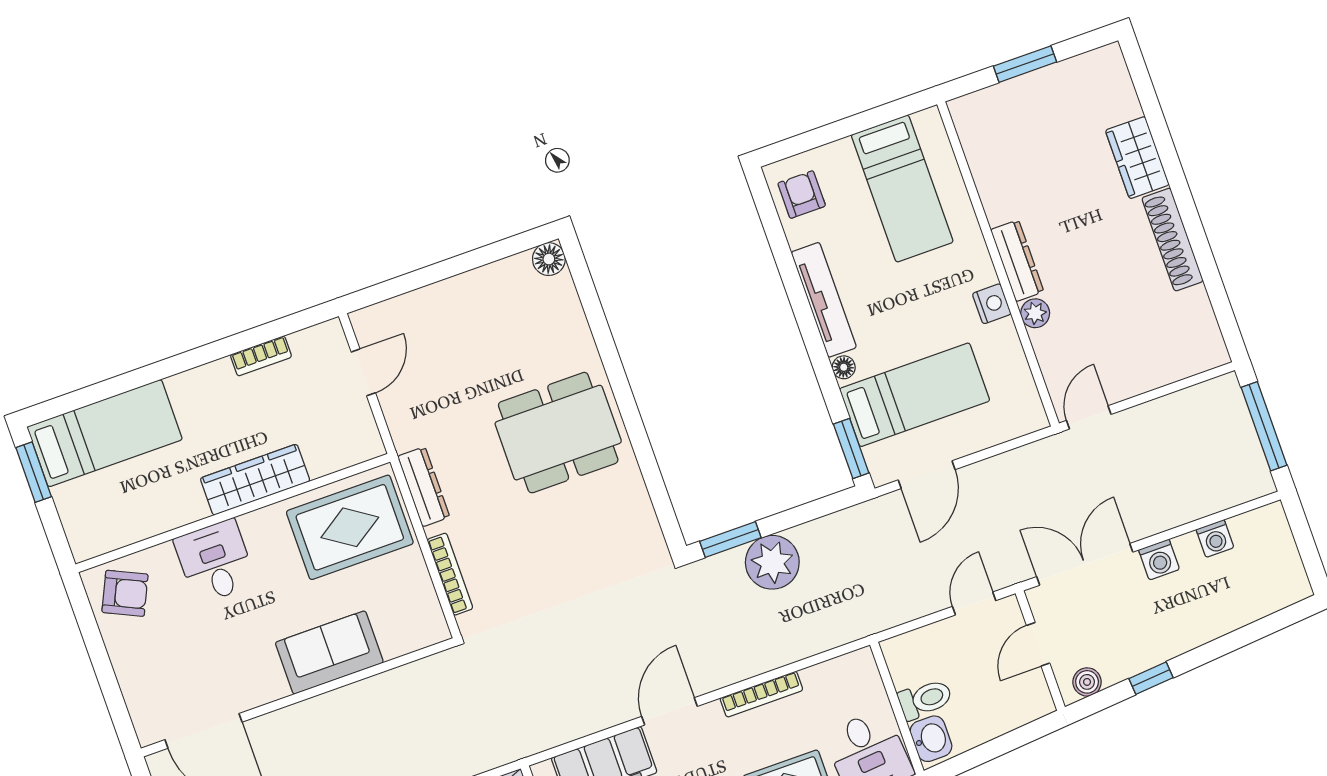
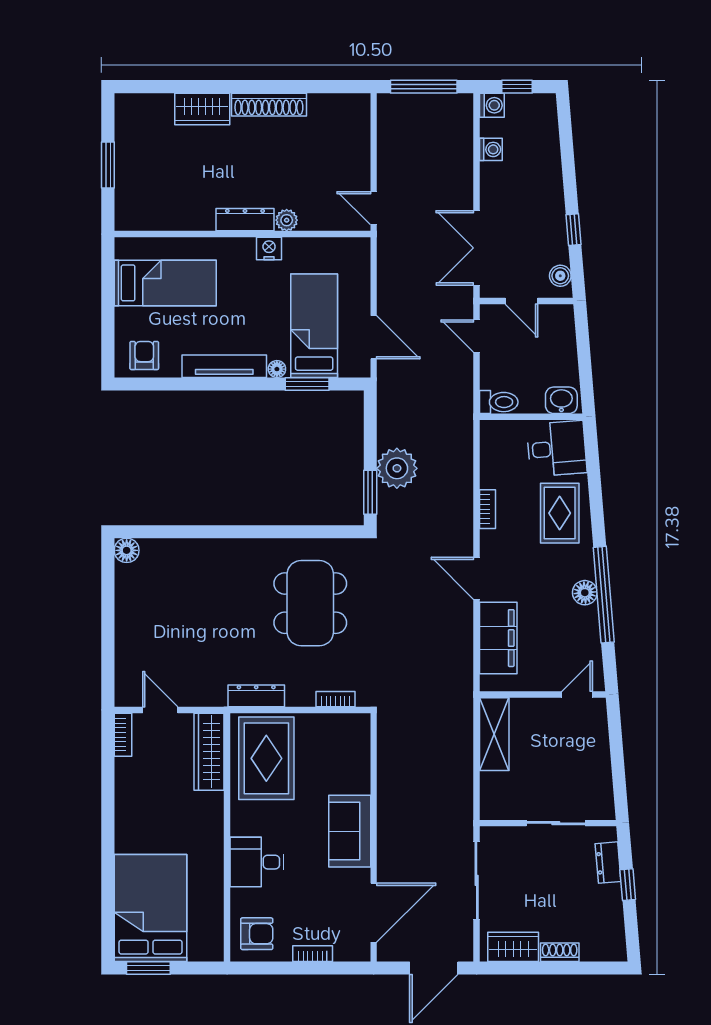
armchair: (802, 195) -> (144, 356), turned 90
bookcase: (261, 356) -> (123, 735), moved
bed: (105, 433) -> (151, 908), width x1.50
dining table: (558, 433) -> (310, 603), moved
window: (851, 448) -> (307, 384), moved
wardrobe: (255, 480) -> (209, 752), moved
window: (1305, 543) -> (517, 87), added
washing machine: (1159, 560) -> (492, 105), moved
bookcase: (450, 574) -> (335, 699), width x0.64
armchair: (125, 593) -> (257, 934), turned 65
sofa: (329, 652) -> (350, 831), moved
bookcase: (125, 672) -> (313, 954), added
bookcase: (761, 694) -> (487, 509), width x0.64
toilet: (925, 699) -> (499, 402), moved, turned 90

